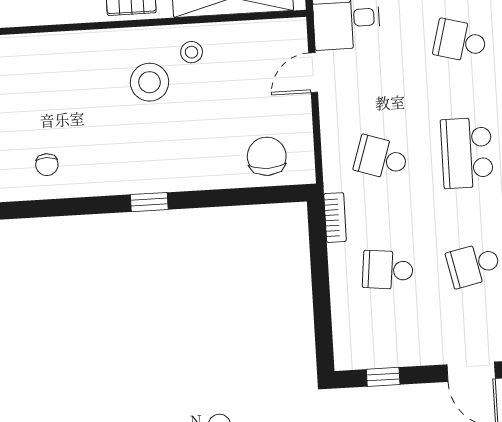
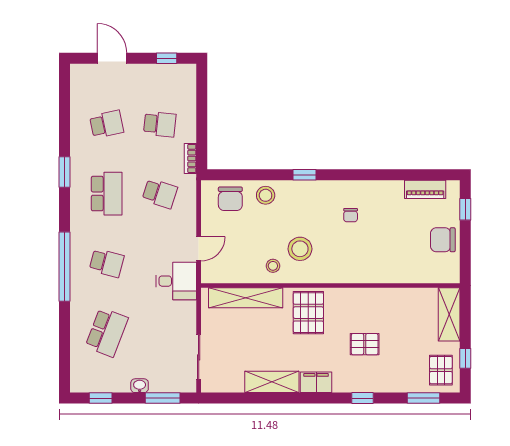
chair: (47, 165) -> (351, 215), moved, turned 180
stool: (210, 165) -> (266, 195), added

